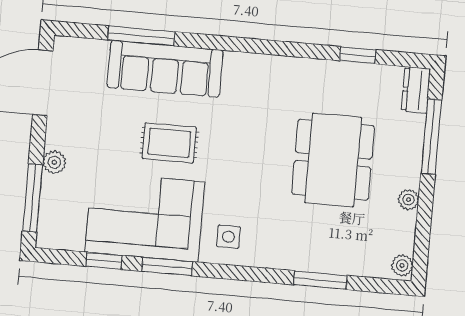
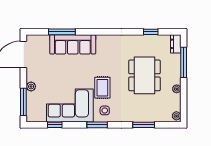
rug: (169, 143) -> (102, 88), moved, turned 90
window: (167, 266) -> (97, 125), moved

